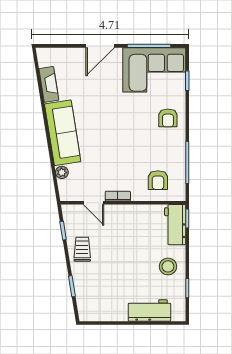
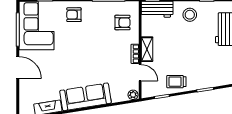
armchair: (168, 118) -> (74, 15), turned 180
plant: (62, 172) -> (133, 95), moved
door: (94, 203) -> (140, 73), hinge flipped
shelving: (124, 212) -> (147, 49), added

